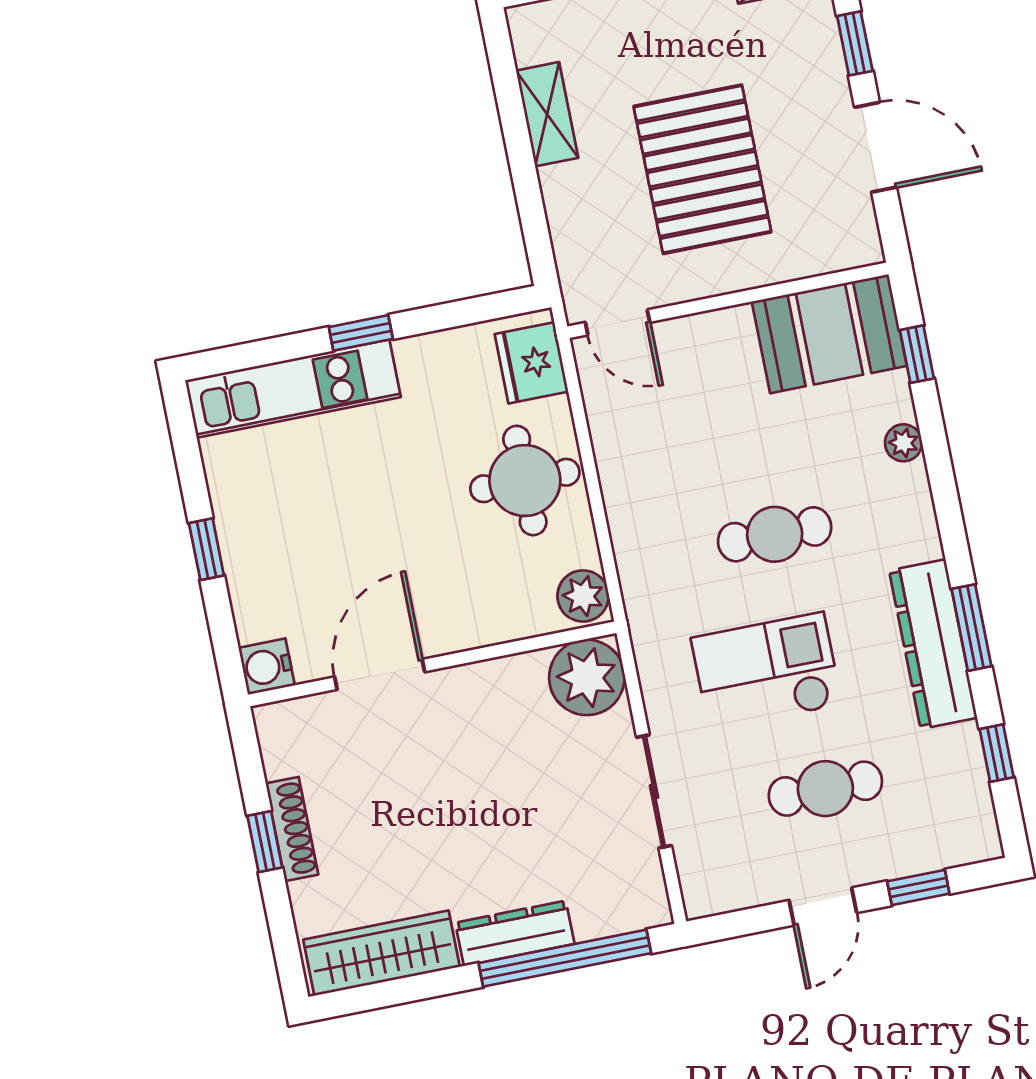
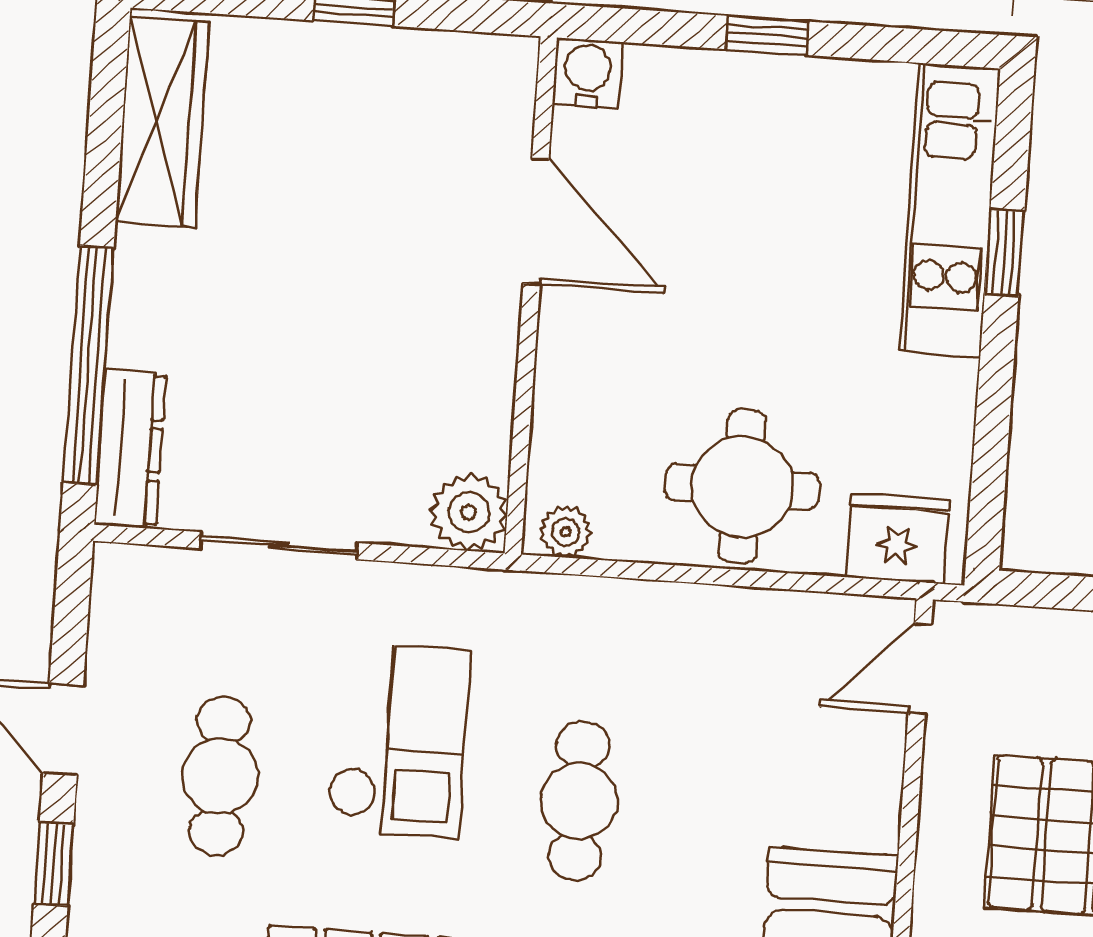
window: (361, 333) -> (1004, 253), moved
plant: (583, 596) -> (566, 532), width x0.73, depth x0.73
plant: (587, 677) -> (469, 512), width x0.73, depth x0.73
shoe rack: (292, 829) -> (361, 47), removed
dresser: (515, 933) -> (130, 449), moved

